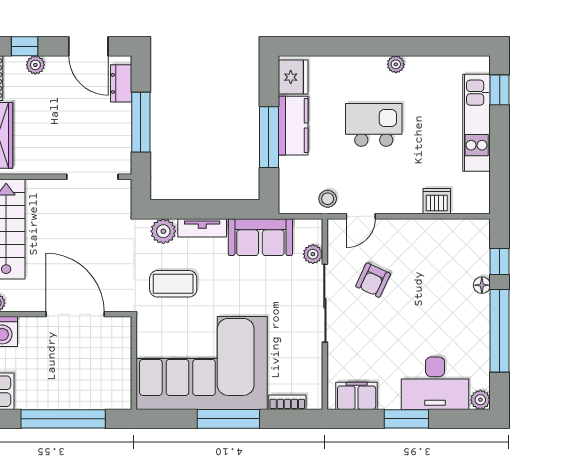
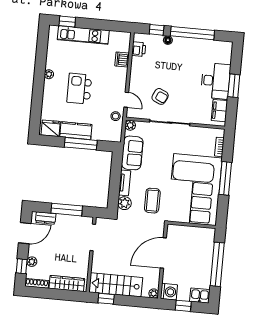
printer: (459, 231) -> (139, 49), added
plant: (313, 254) -> (130, 125), moved
desk: (435, 383) -> (216, 81), moved
plant: (480, 400) -> (227, 46), removed

